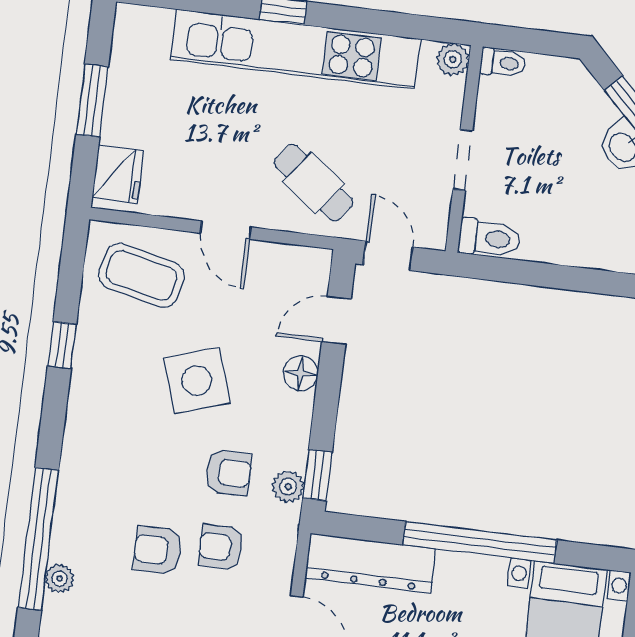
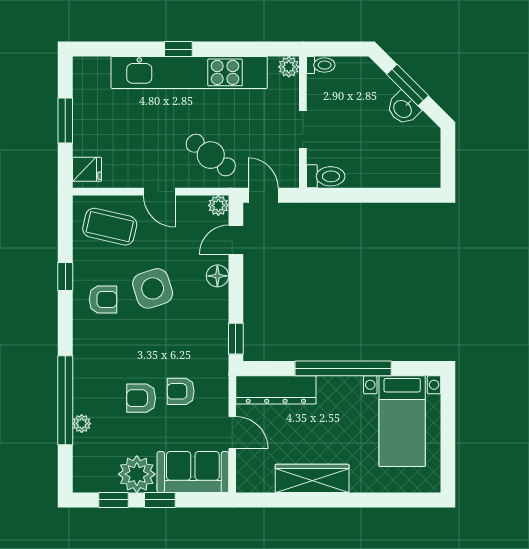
fridge: (118, 174) -> (87, 169), width x0.72
armchair: (228, 473) -> (103, 299), moved
plant: (288, 487) -> (218, 205), moved

